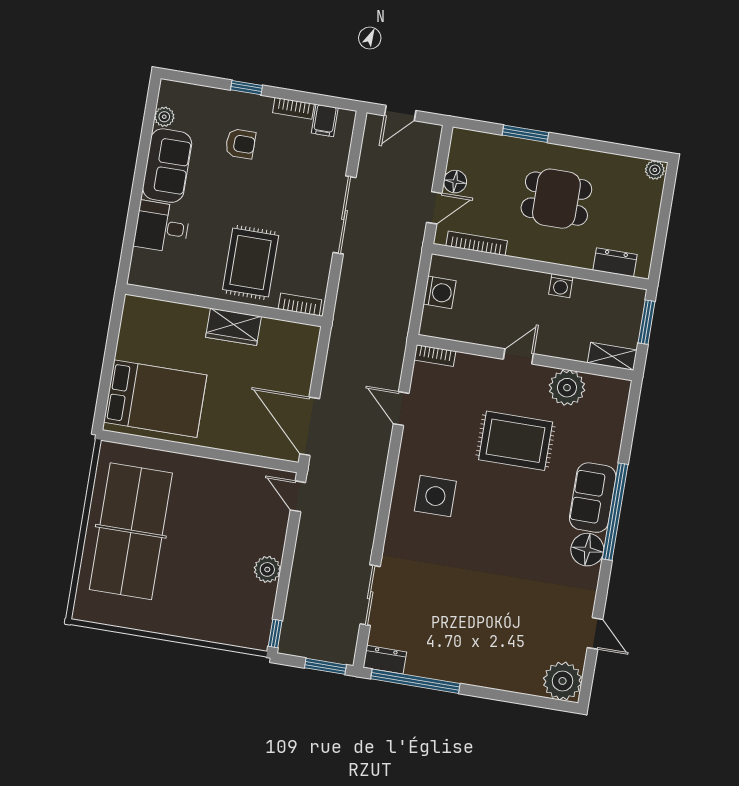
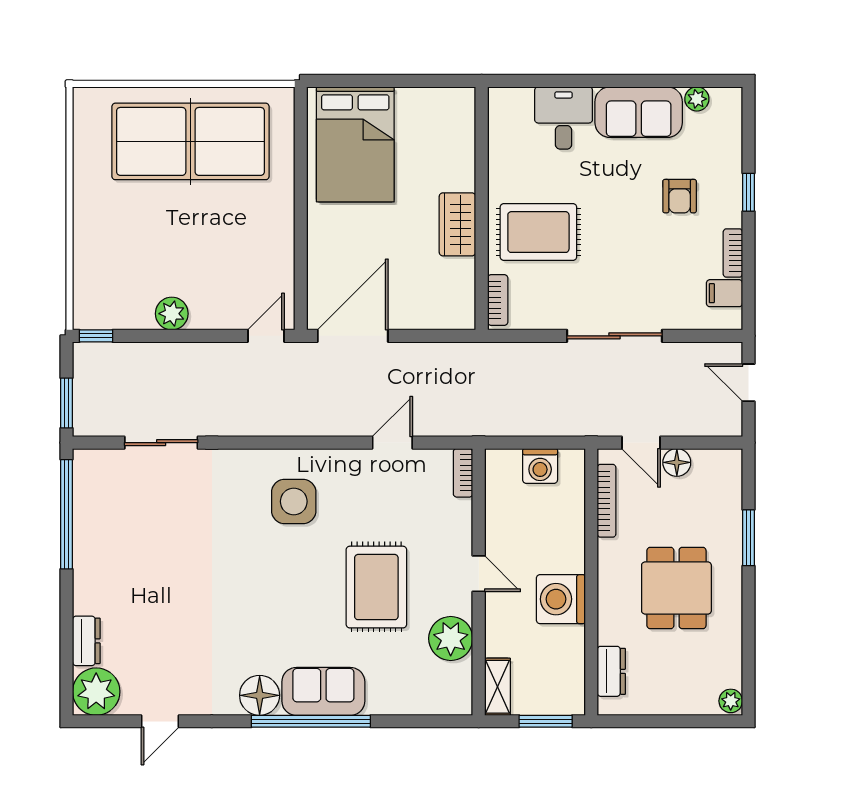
washing machine: (561, 286) -> (561, 599), width x1.89, depth x1.89
dresser: (385, 660) -> (86, 641), moved

